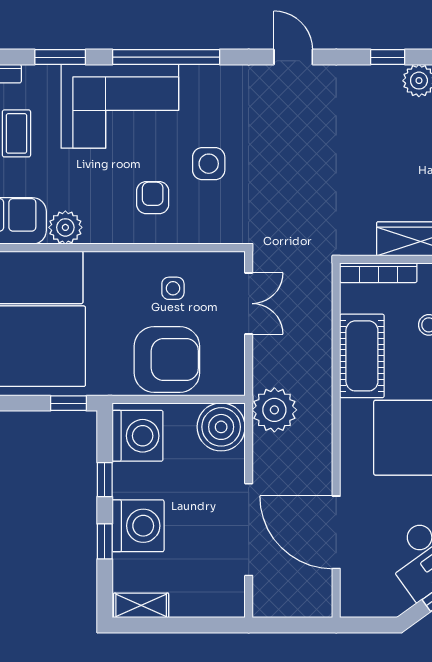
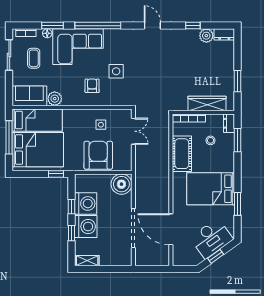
floor lamp: (48, 75) -> (47, 33), added
armchair: (167, 359) -> (98, 155), turned -90
plant: (274, 410) -> (144, 177), removed
washing machine: (138, 436) -> (86, 203), moved

